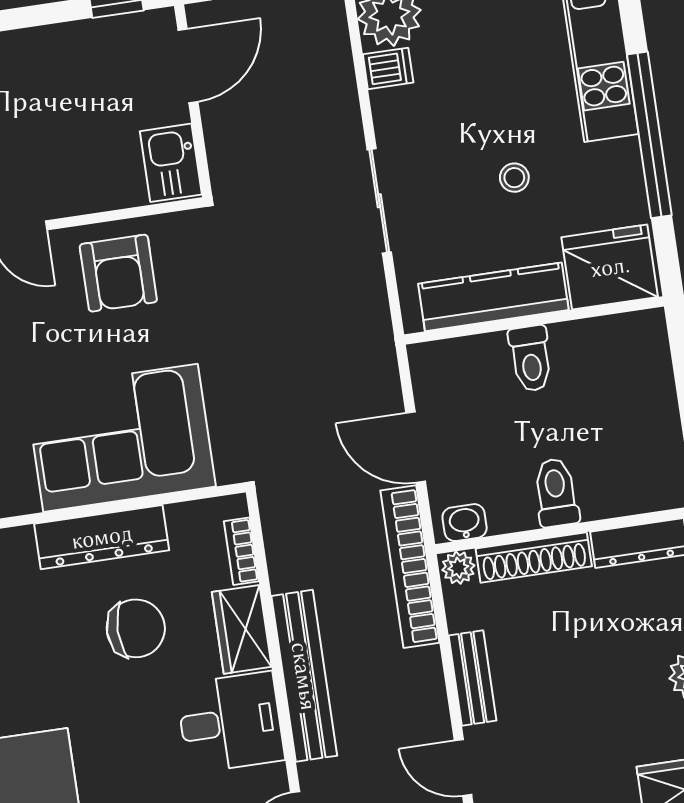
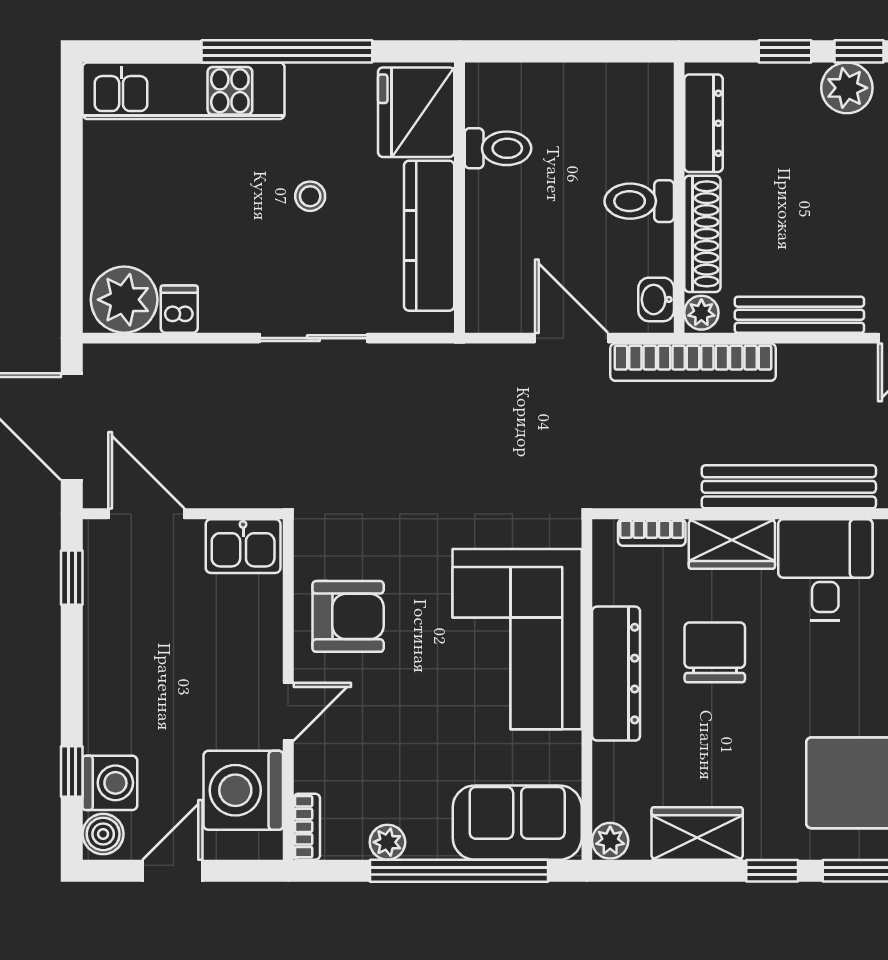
toilet: (531, 358) -> (498, 148), moved
door: (416, 447) -> (572, 338), swing flipped
bench: (473, 678) -> (799, 315), width x1.36

